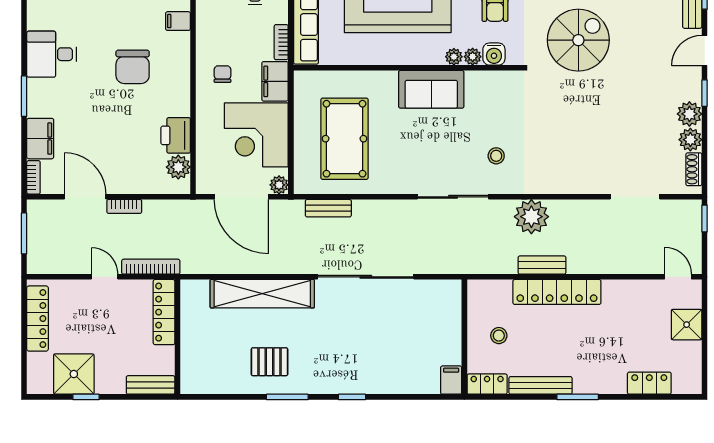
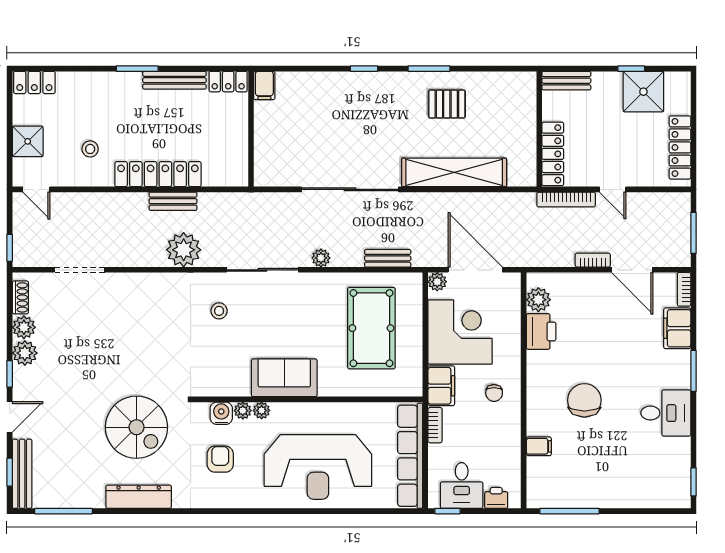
spiral stairs: (578, 40) -> (136, 427), turned -90
plant: (395, 209) -> (321, 258), added
stool: (499, 336) -> (90, 149), moved
locker: (649, 383) -> (34, 82), moved

